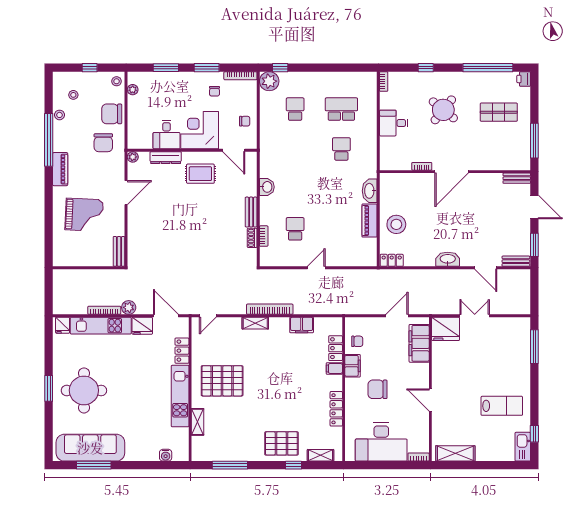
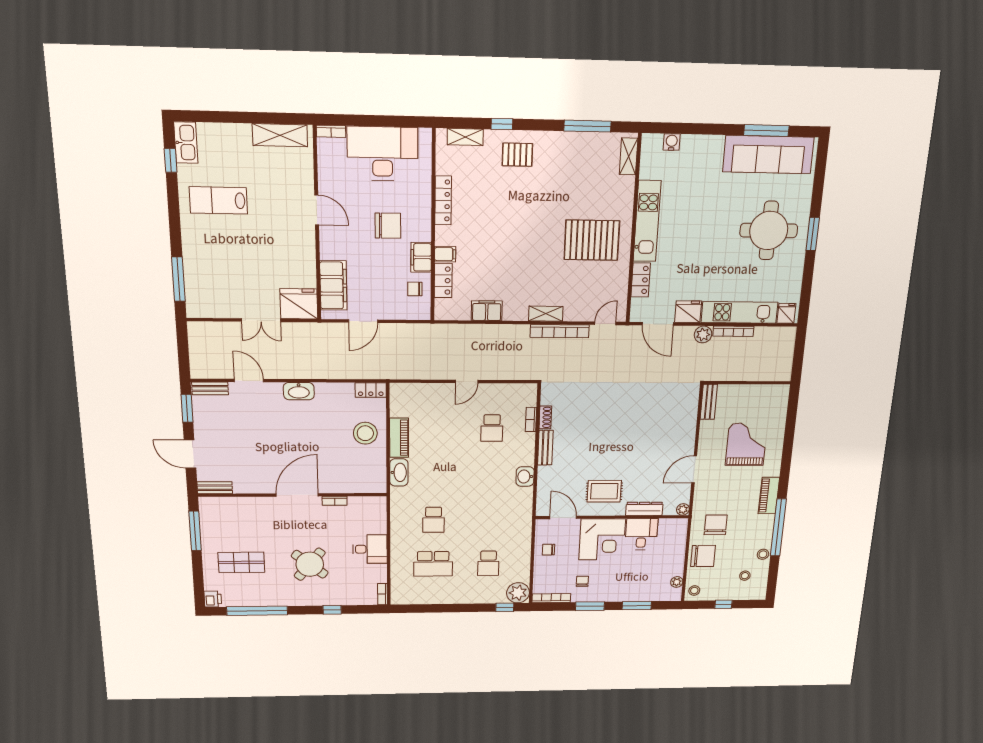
grand piano: (84, 215) -> (746, 444), turned 87
bookcase: (270, 309) -> (560, 331), moved
shelving: (198, 422) -> (629, 156), moved
pallet: (281, 443) -> (517, 155), width x0.67, depth x0.71

